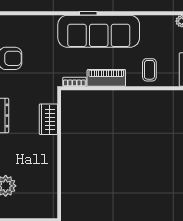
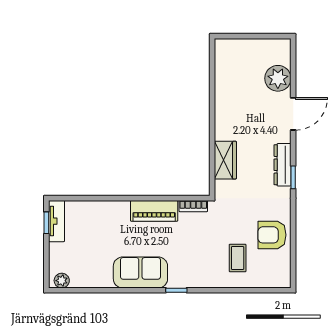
sofa: (99, 31) -> (140, 272), width x0.54, depth x0.79
coffee table: (149, 70) -> (238, 258), moved

